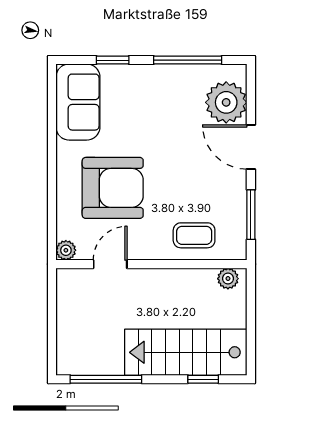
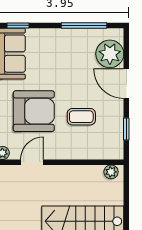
window: (113, 60) -> (18, 25), moved
window: (251, 215) -> (126, 129), width x0.67
coffee table: (194, 235) -> (81, 117), moved

